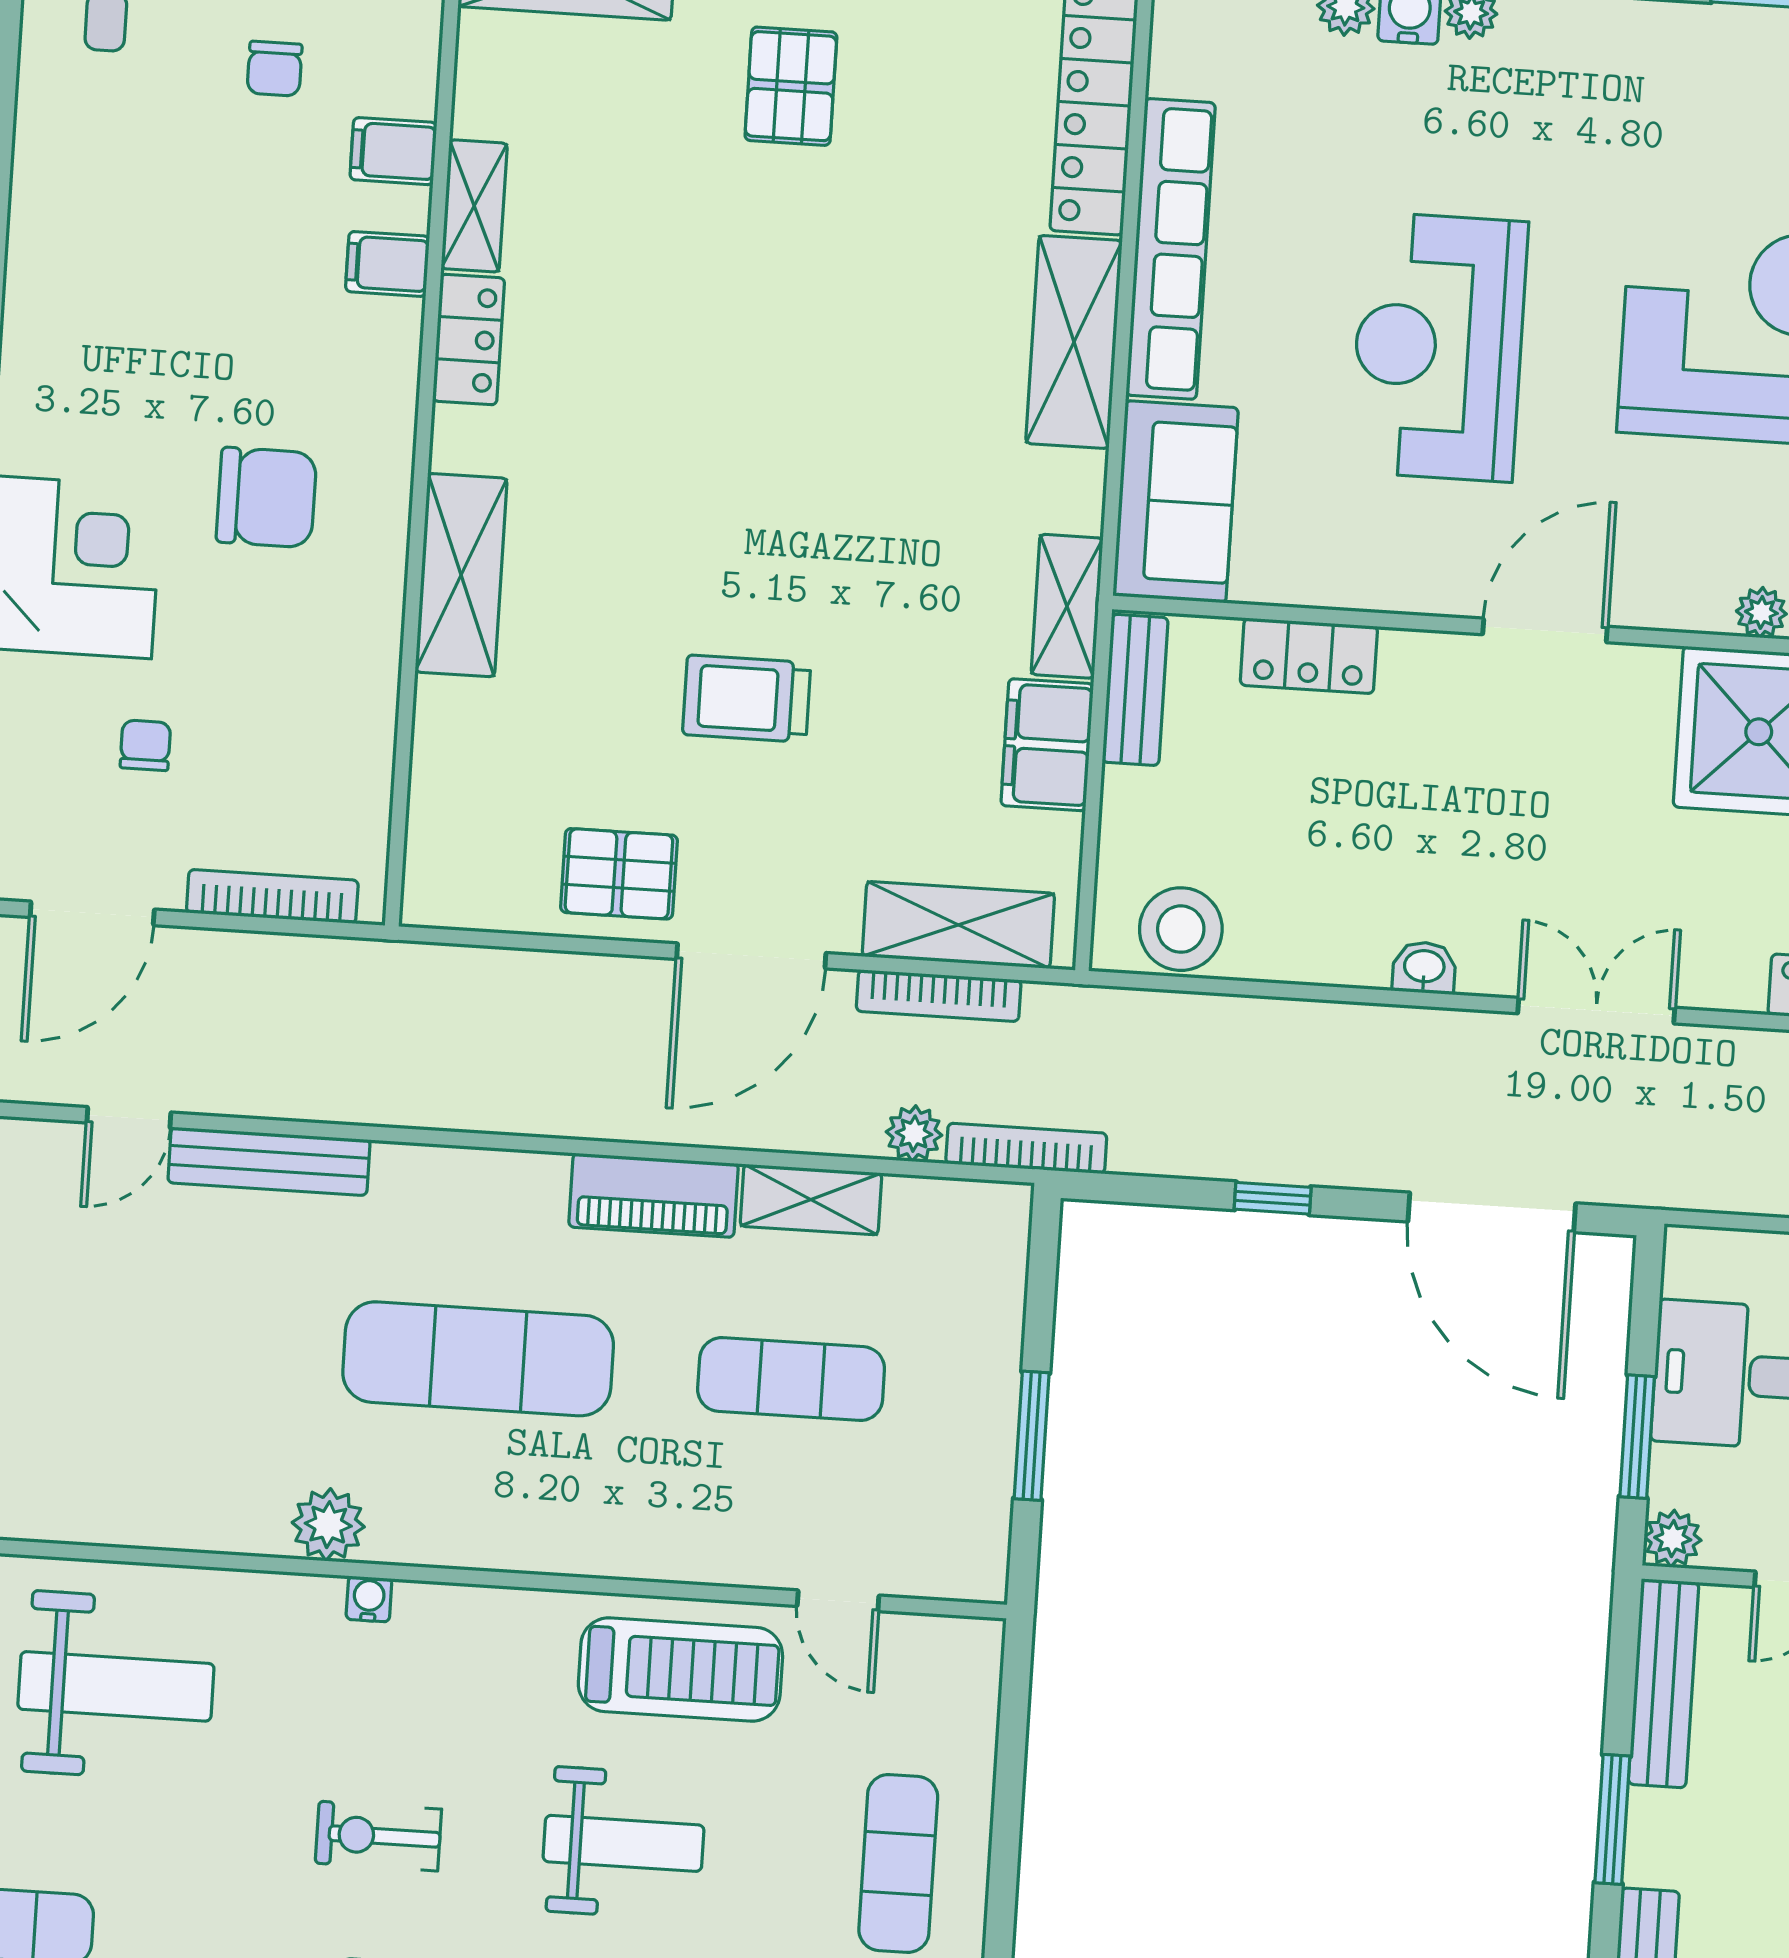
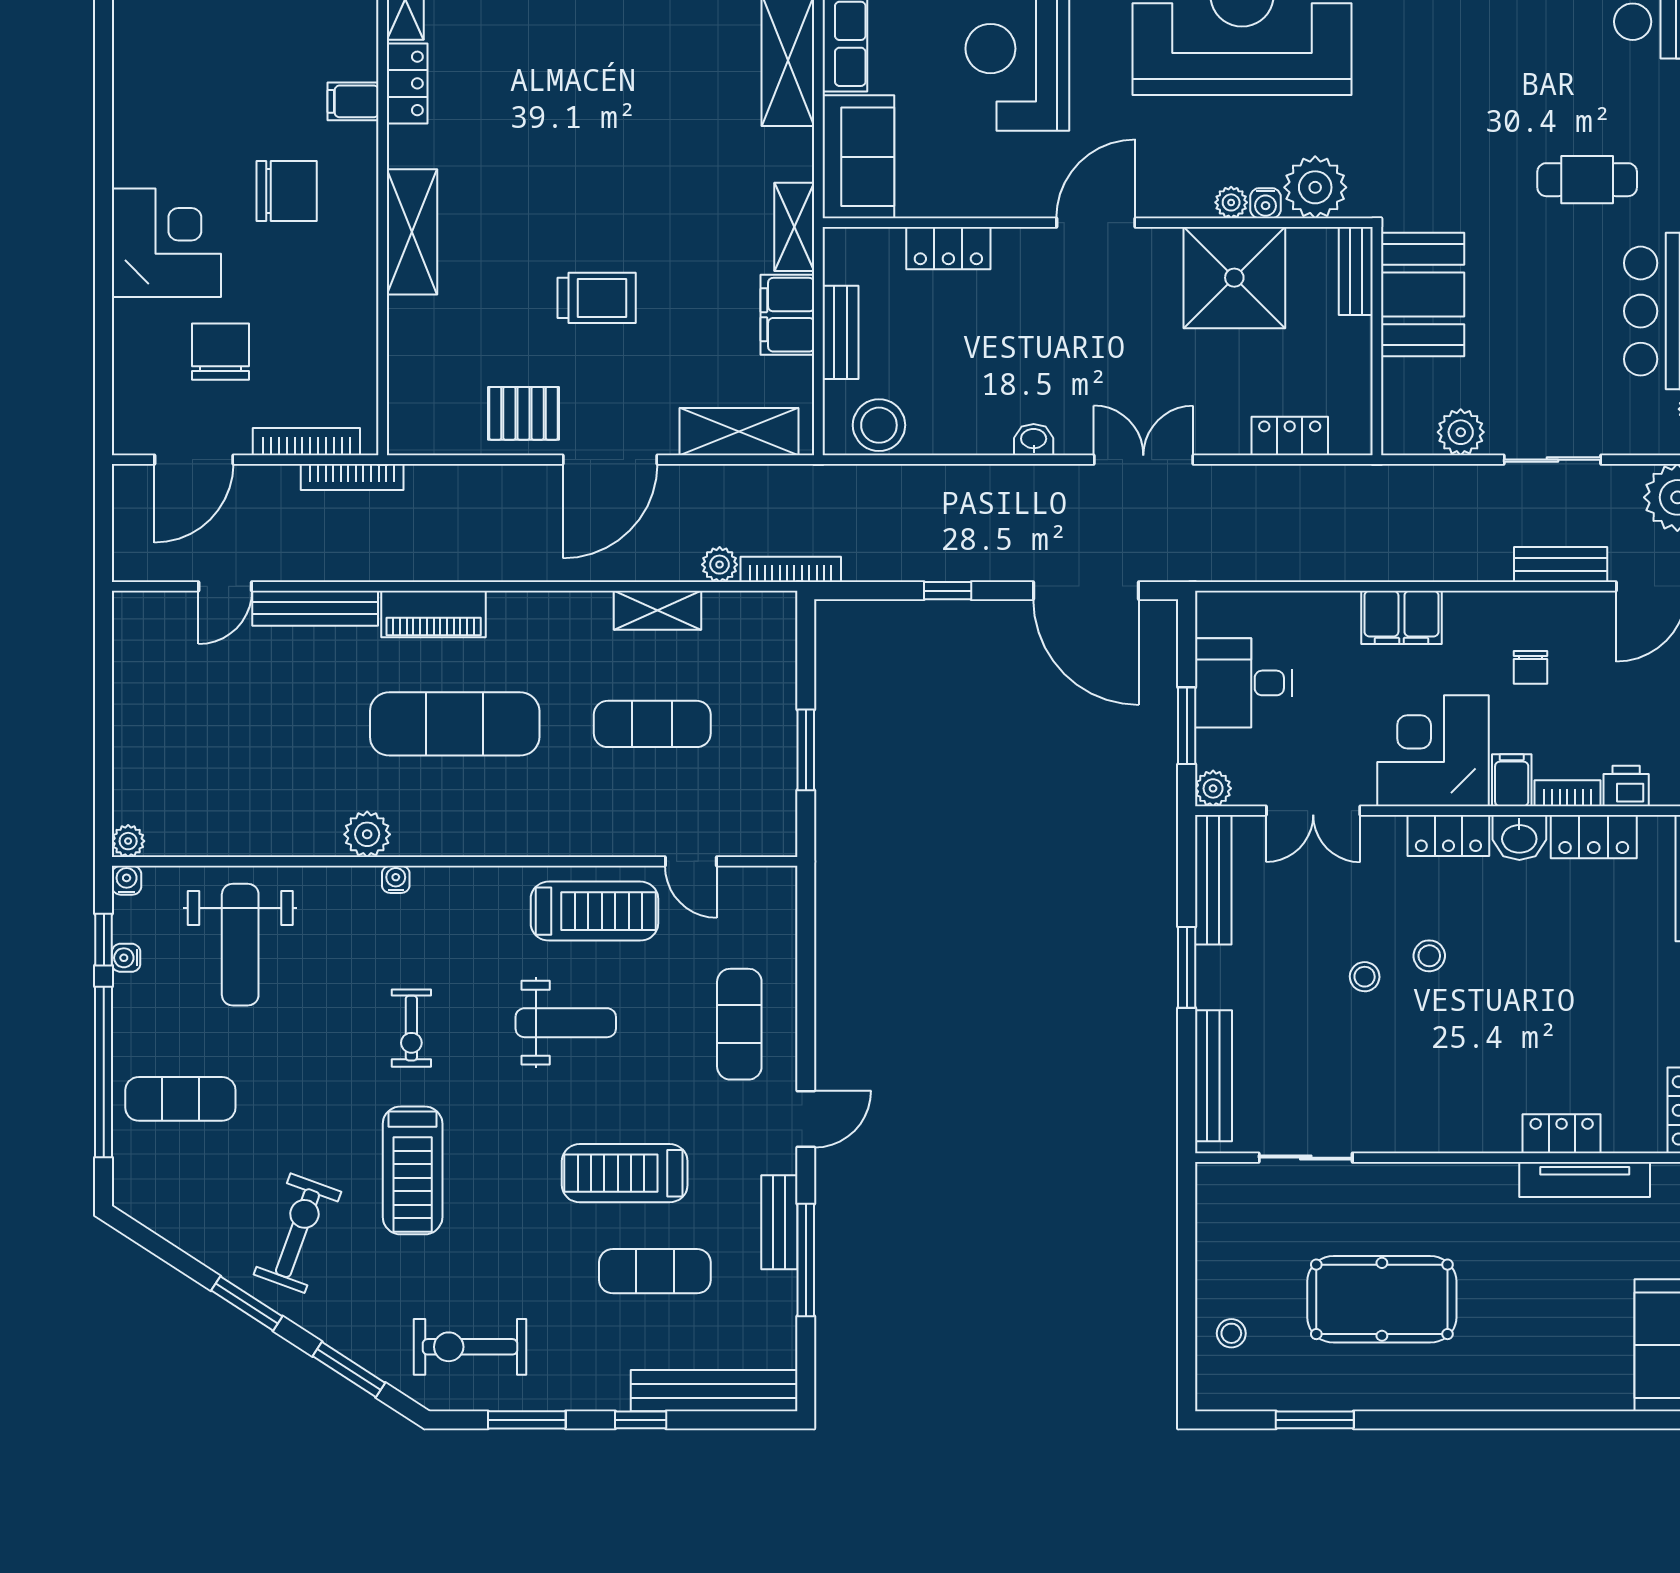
filing cabinet: (387, 264) -> (353, 101), moved
bench: (1135, 690) -> (841, 332), moved
trolley: (747, 699) -> (597, 298), turned 180
chair: (145, 745) -> (220, 352), width x1.87, depth x1.87
bookcase: (939, 996) -> (352, 477), moved
piano: (654, 1195) -> (434, 614), moved
weight bench: (116, 1686) -> (240, 945), turned 90
exercise bike: (378, 1836) -> (411, 1028), turned -90

